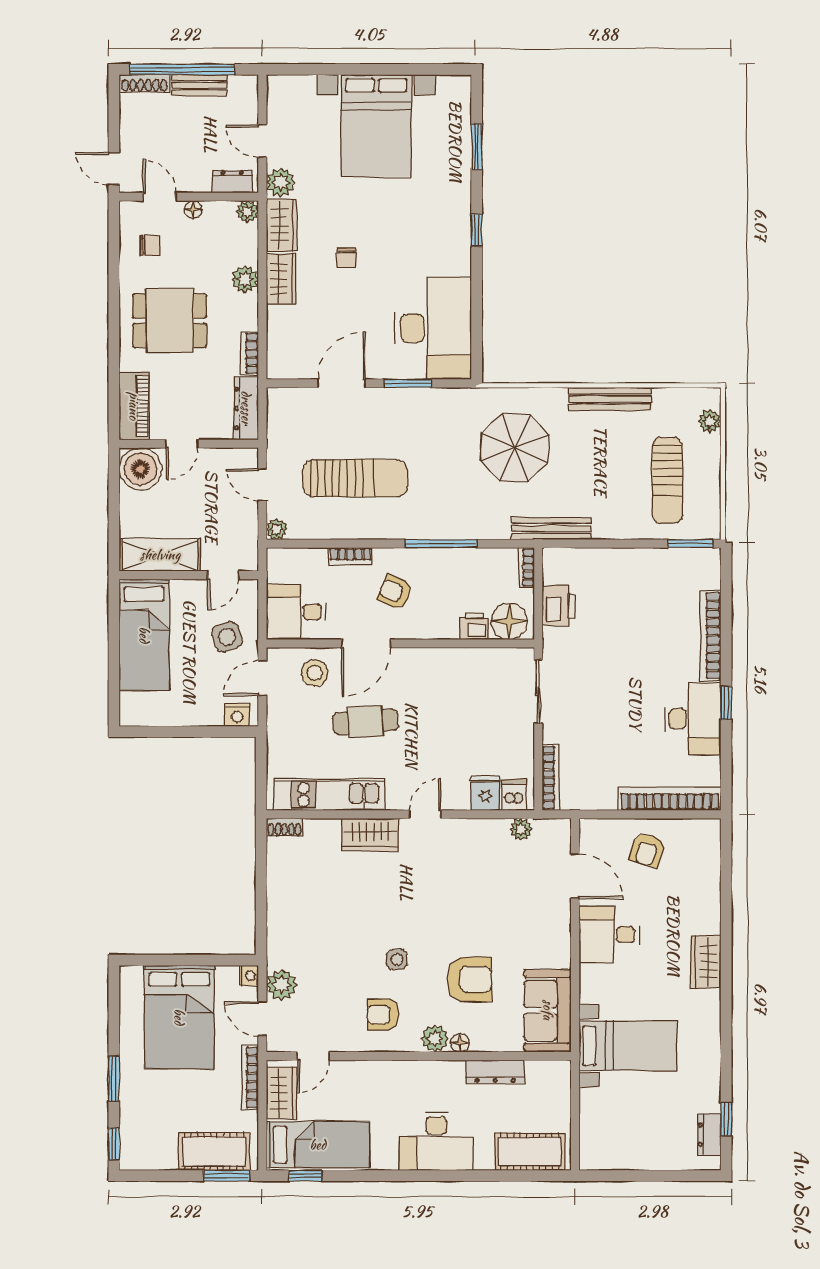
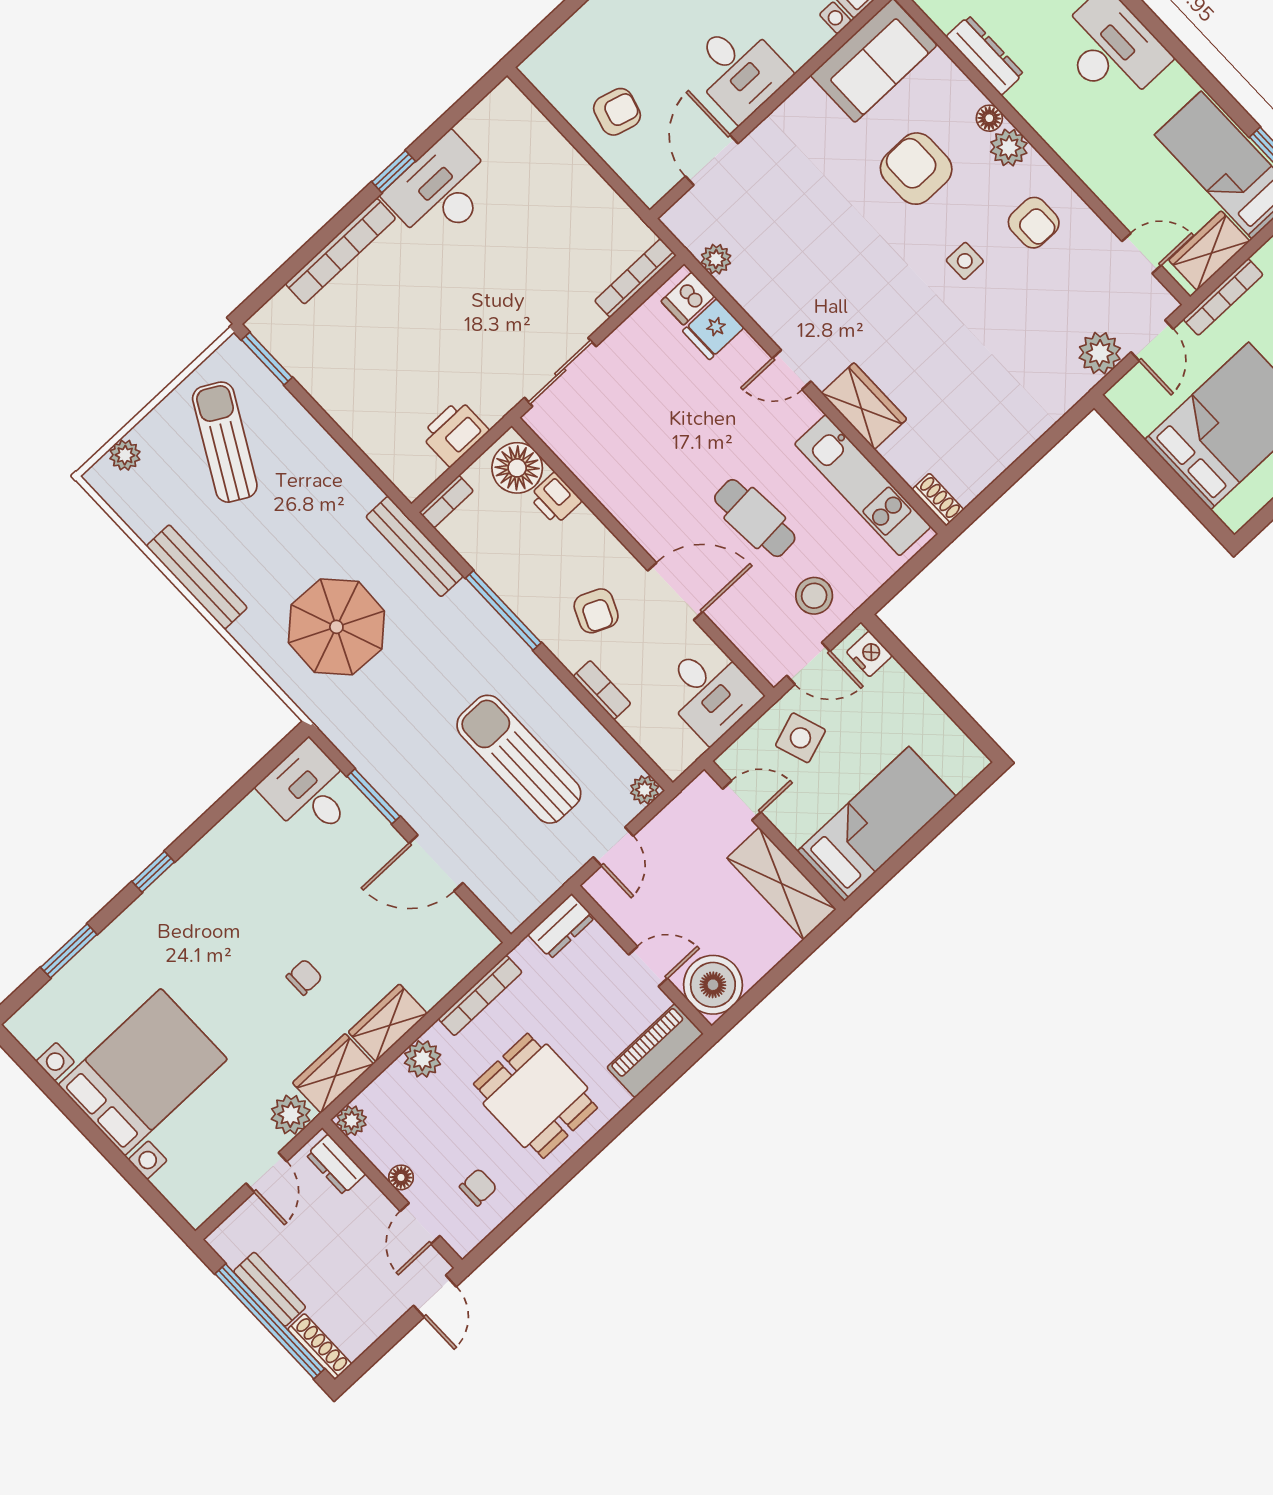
chair: (150, 245) -> (478, 1187), turned 90
desk: (433, 328) -> (309, 791), width x0.53, depth x0.77
bookcase: (250, 353) -> (480, 995), width x1.56
dresser: (246, 408) -> (561, 926), width x0.70
sun lounger: (667, 480) -> (225, 442), turned -61
bench: (551, 529) -> (415, 546), moved
stool: (315, 673) -> (814, 596), moved
bookcase: (670, 799) -> (544, 138), removed
nightstand: (249, 976) -> (1121, 395), removed

